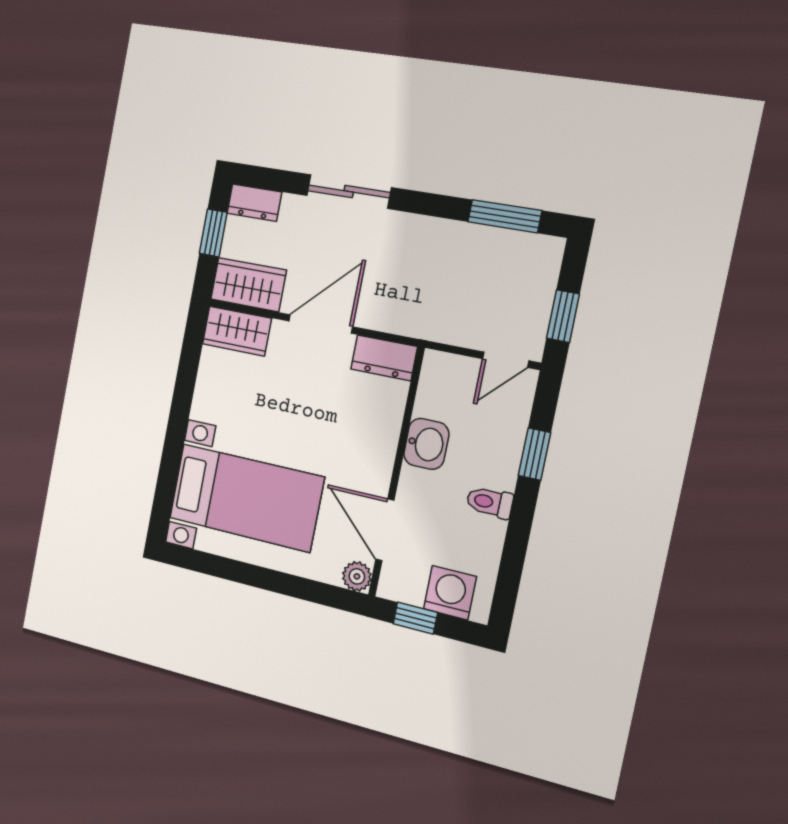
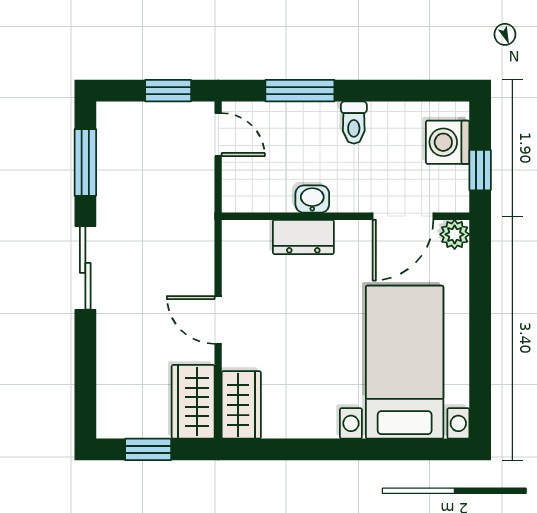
sliding door: (349, 192) -> (85, 268), moved
dresser: (254, 203) -> (111, 412), removed
door: (321, 324) -> (218, 320), width x0.73
dresser: (384, 358) -> (303, 237), moved, turned 90
washbasin: (426, 444) -> (312, 199), width x0.72, depth x0.69
window: (534, 454) -> (300, 91), width x1.50

